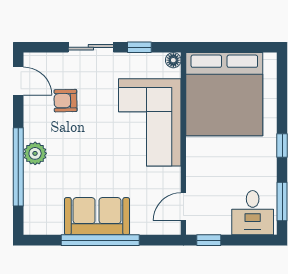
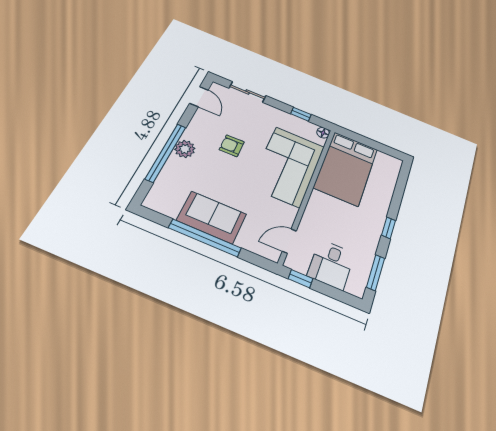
sliding door: (91, 47) -> (247, 92), moved
bed: (224, 94) -> (346, 168), width x0.73
armchair: (66, 101) -> (232, 146), moved
desk: (253, 213) -> (331, 264), moved

